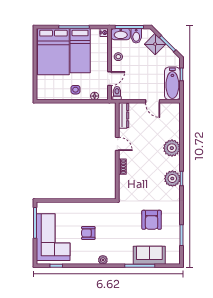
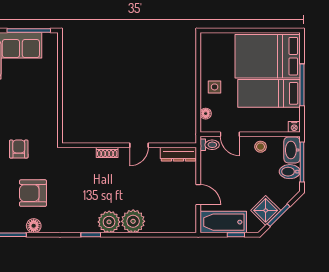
shower: (155, 44) -> (266, 210), moved
door: (153, 101) -> (198, 195), swing flipped
plant: (172, 179) -> (109, 222), moved
floor lamp: (175, 219) -> (34, 226), added
armchair: (88, 233) -> (19, 149), moved

